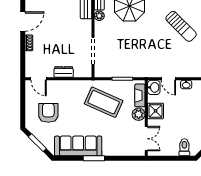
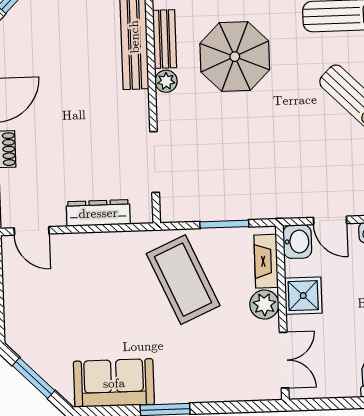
dresser: (64, 72) -> (98, 213), width x1.44
coffee table: (104, 102) -> (183, 280), turned 42
armchair: (48, 113) -> (57, 309), removed
sofa: (78, 146) -> (114, 383), width x0.73

